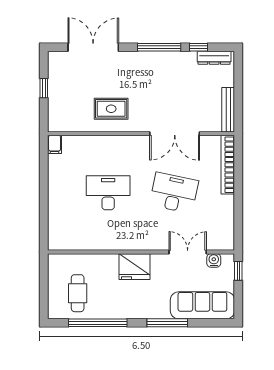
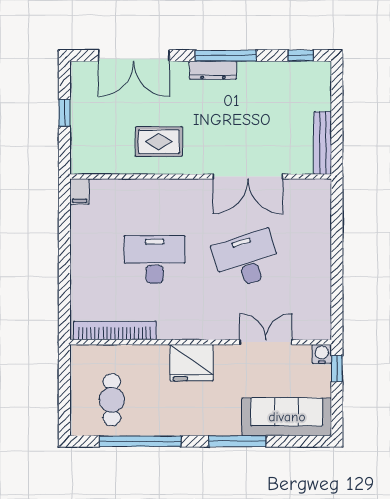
double door: (93, 47) -> (134, 56), swing flipped
window: (198, 47) -> (301, 56), moved
dresser: (214, 58) -> (213, 70), moved
bookcase: (228, 165) -> (115, 331), moved, turned 90
desk: (174, 193) -> (247, 259), turned -30
water cooler: (214, 260) -> (322, 354), moved

